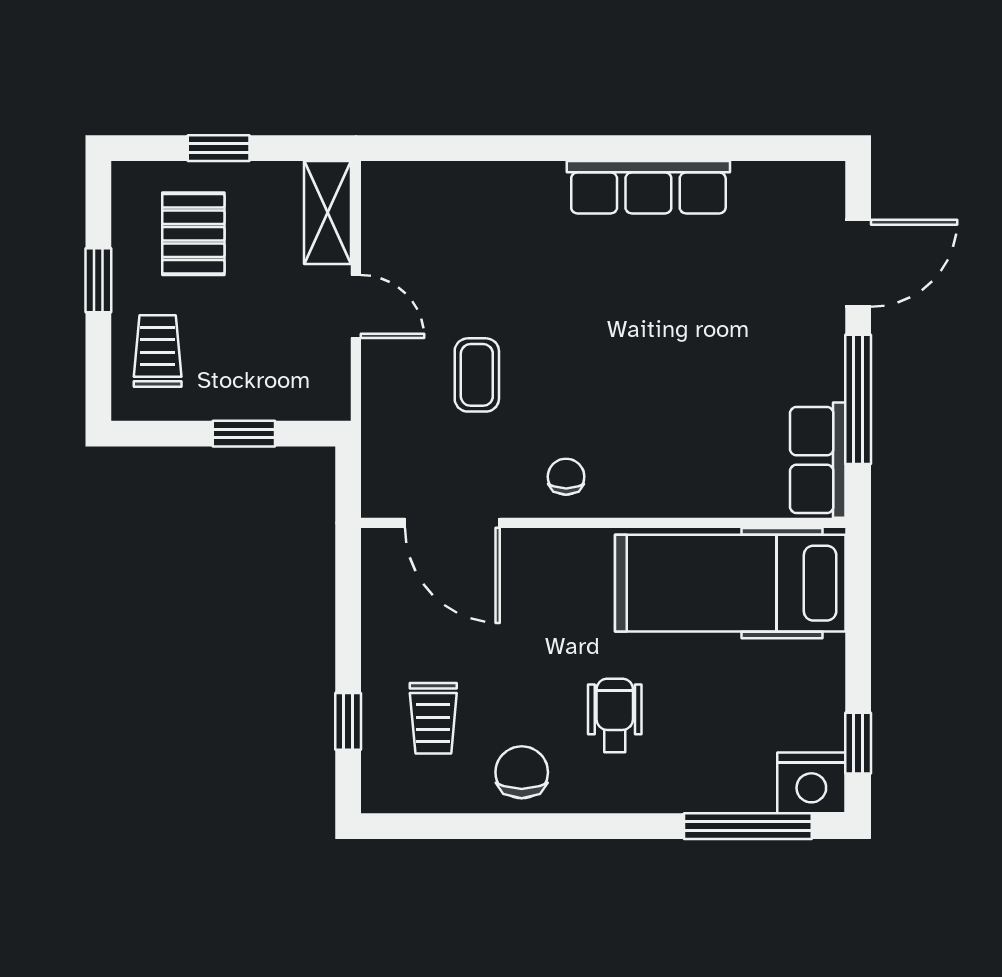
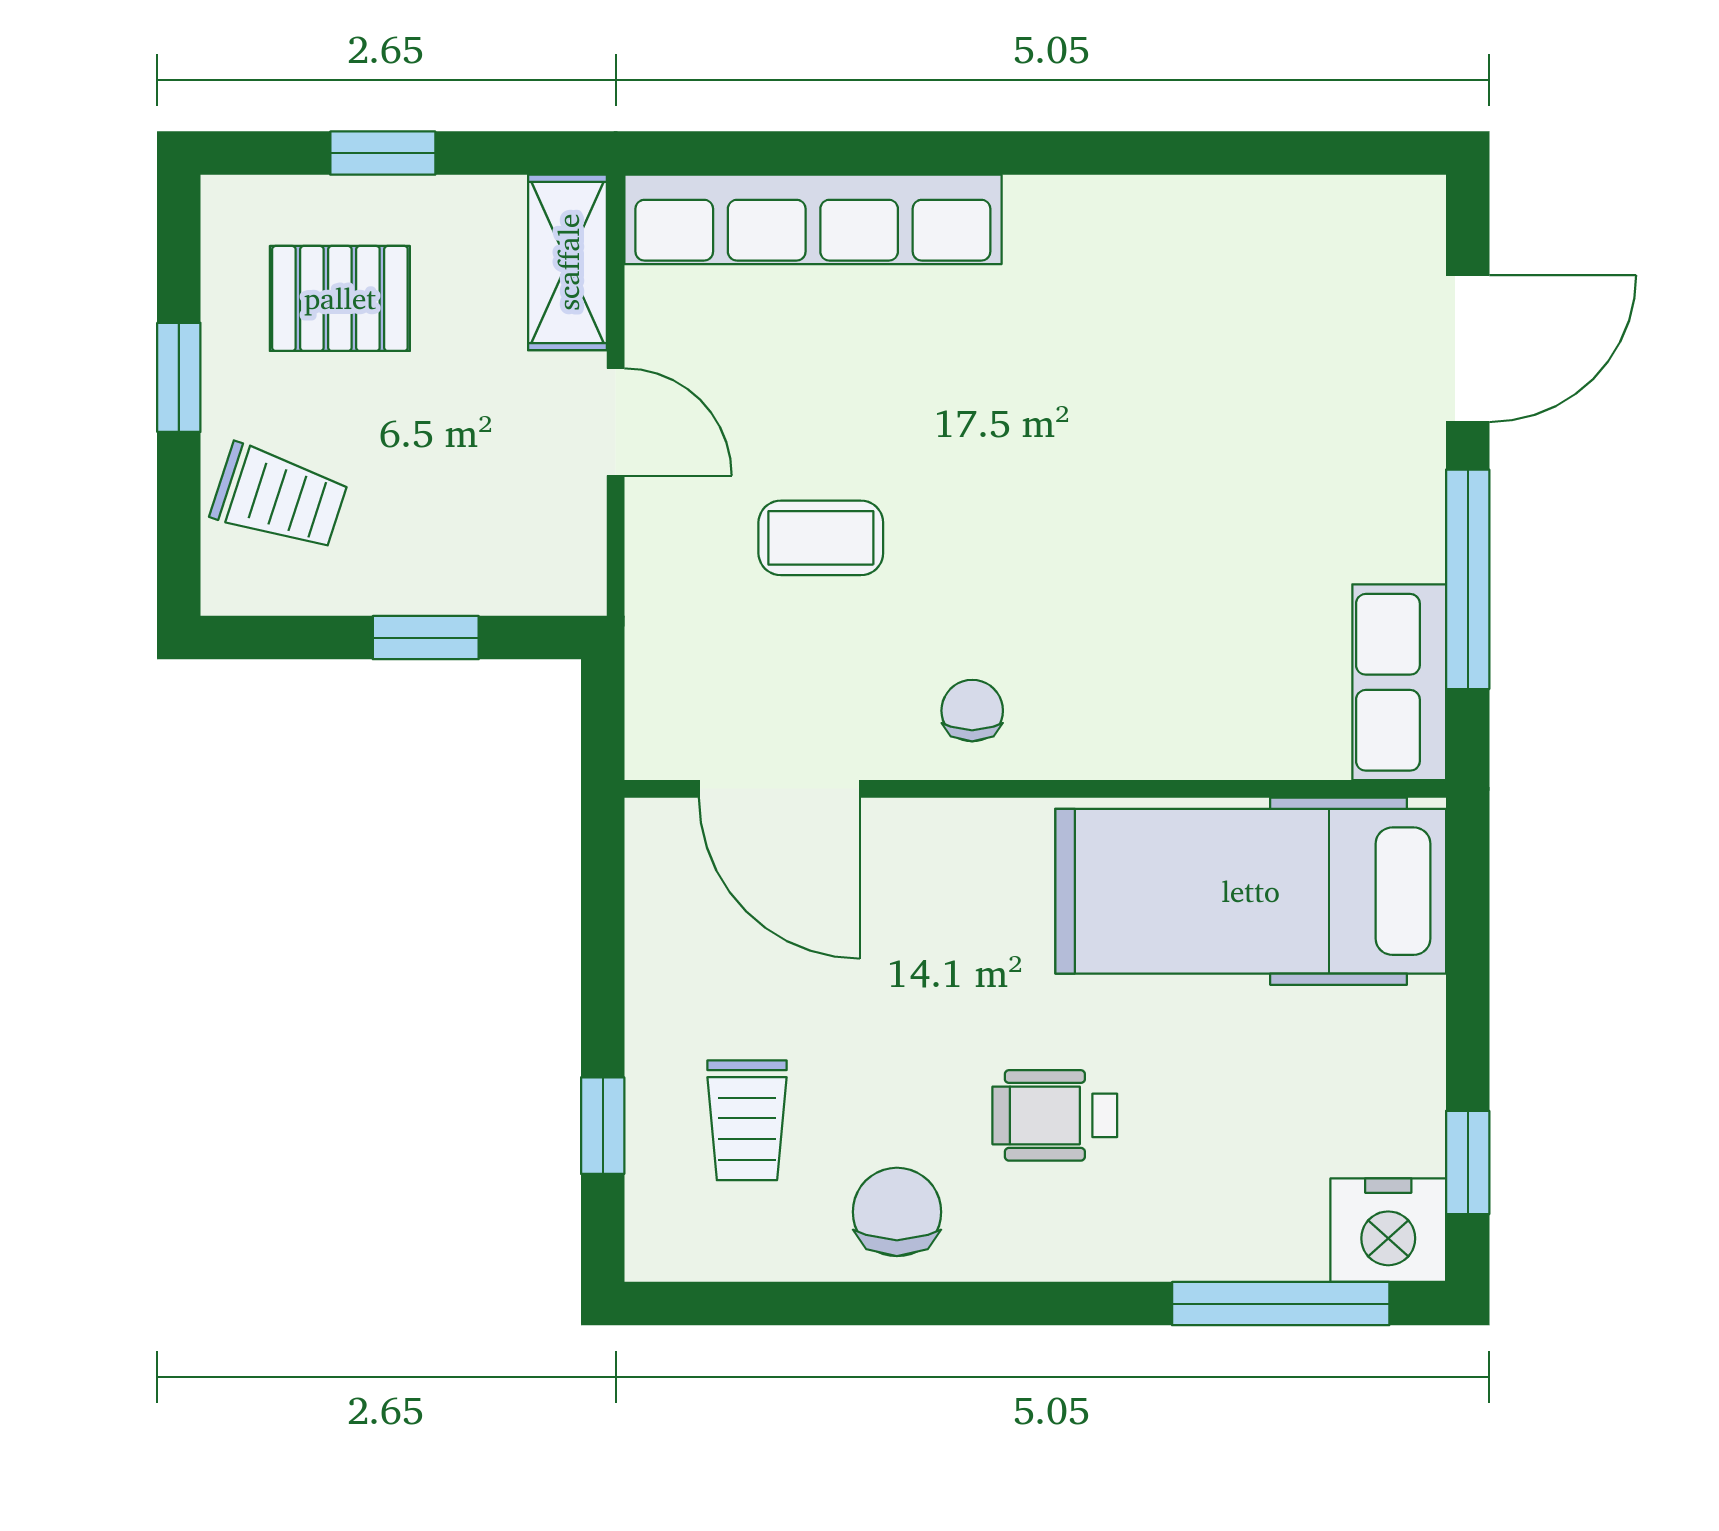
row of seats: (648, 187) -> (813, 219), moved, width x1.36
pallet: (193, 234) -> (340, 298), turned 90
trolley: (158, 351) -> (279, 497), turned 108
coffee table: (477, 375) -> (821, 538), turned 90
wheelchair: (615, 715) -> (1055, 1115), turned -90

